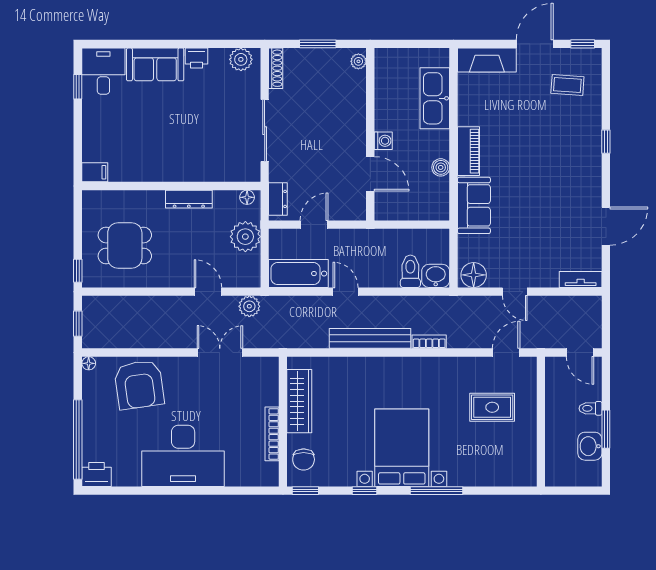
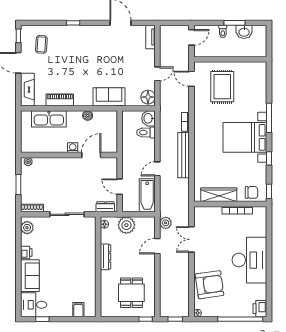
piano: (469, 151) -> (60, 100), moved
filing cabinet: (95, 172) -> (78, 310), moved
rug: (492, 407) -> (222, 87), width x1.36, depth x1.43

